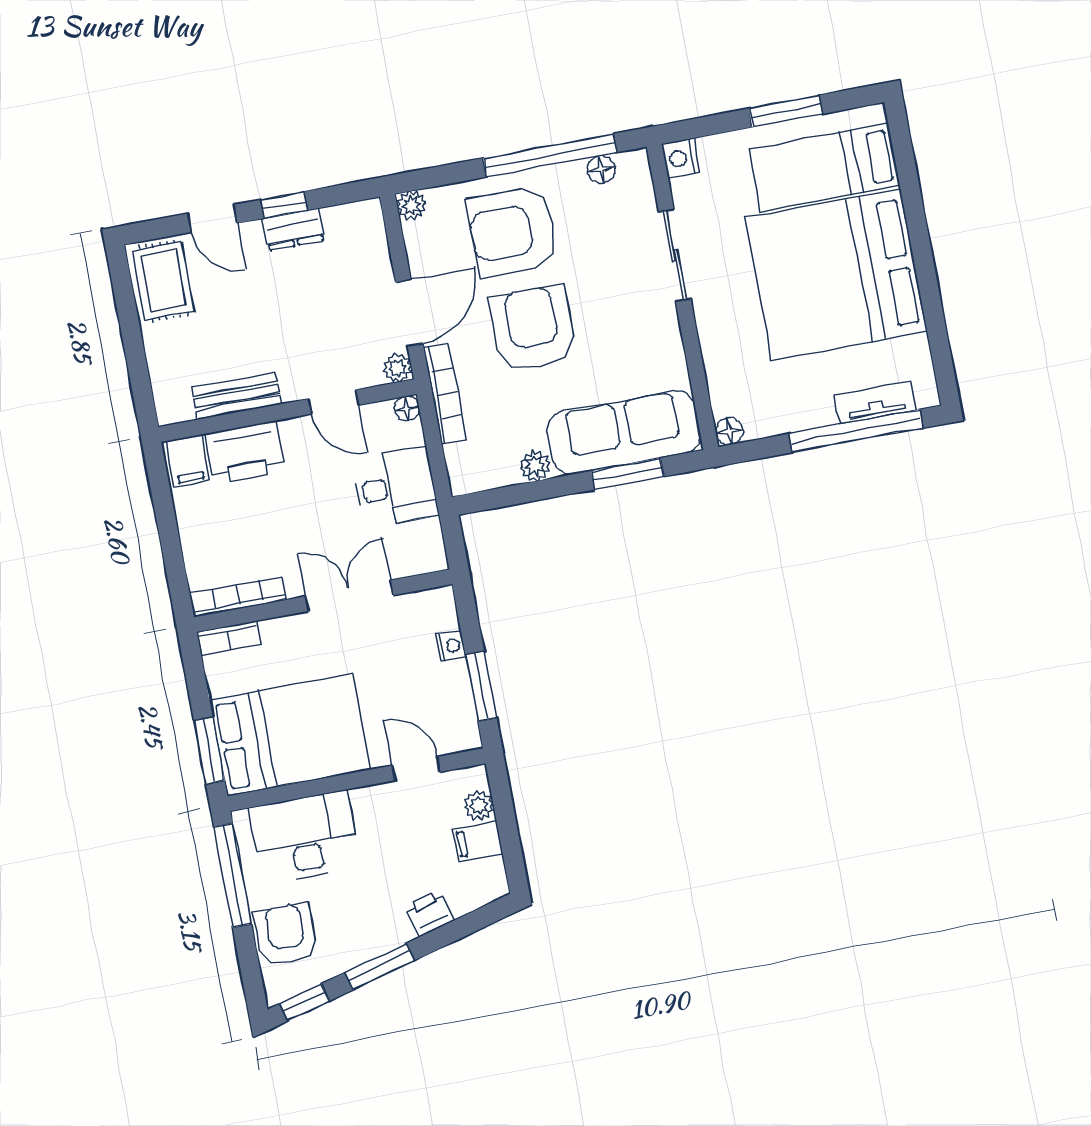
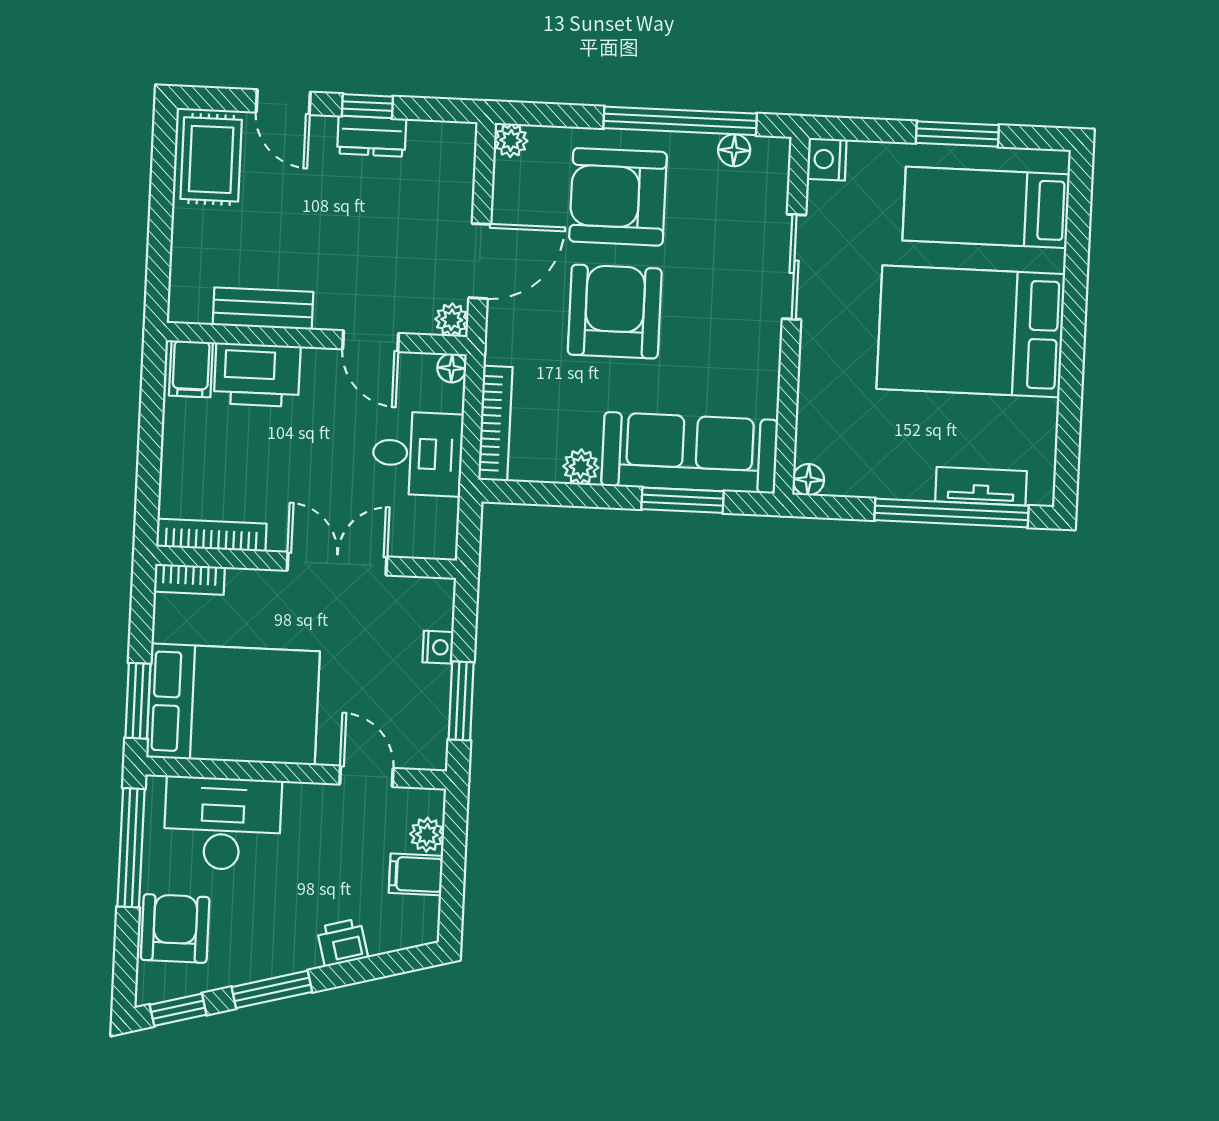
bed: (836, 275) -> (971, 331), width x0.73
bookcase: (445, 394) -> (495, 423), moved

